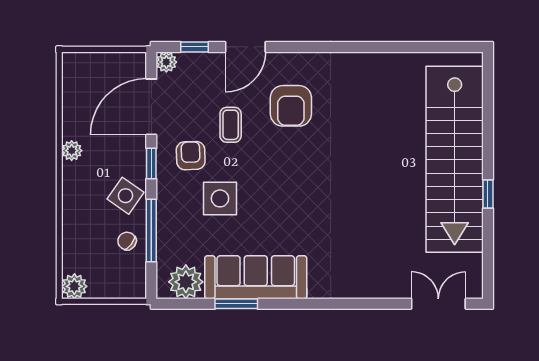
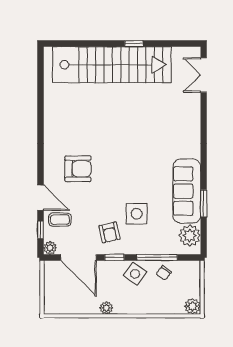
coffee table: (231, 125) -> (60, 220), moved
armchair: (191, 156) -> (109, 232), turned -101

